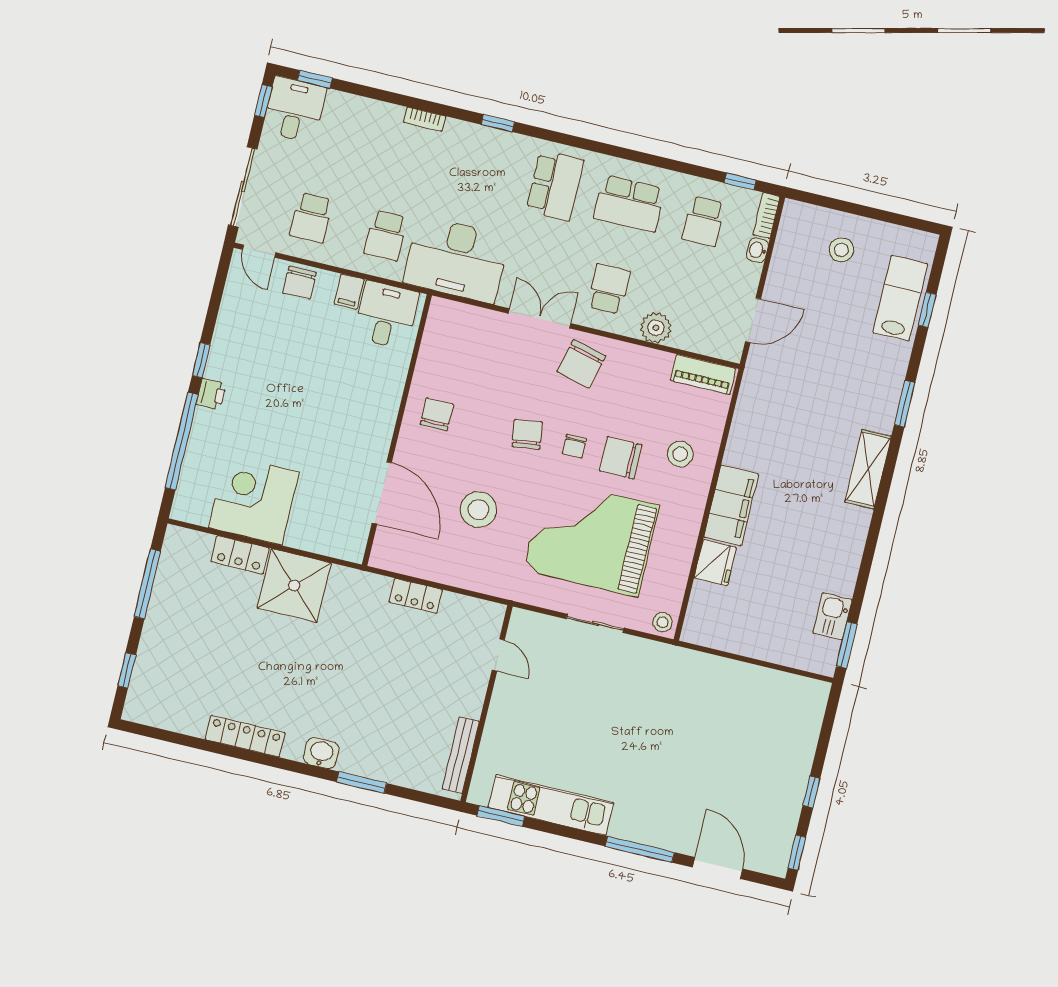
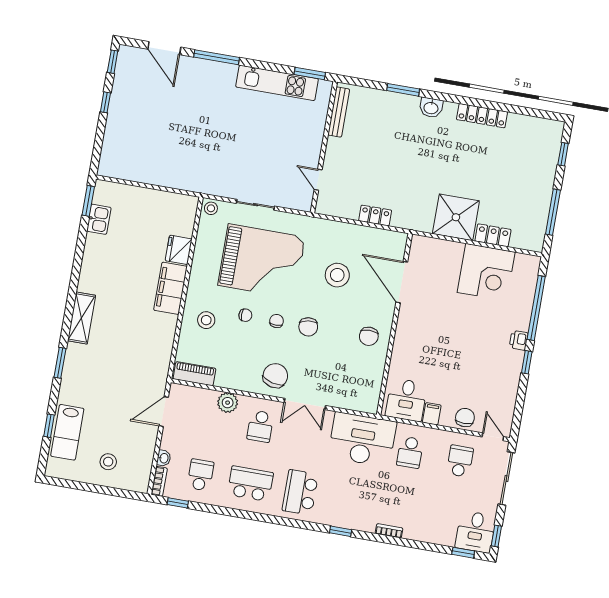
school desk: (386, 235) -> (410, 452), turned 180
chair: (621, 458) -> (245, 315), width x0.54, depth x0.54

